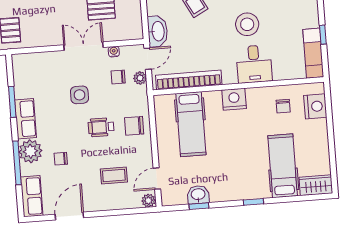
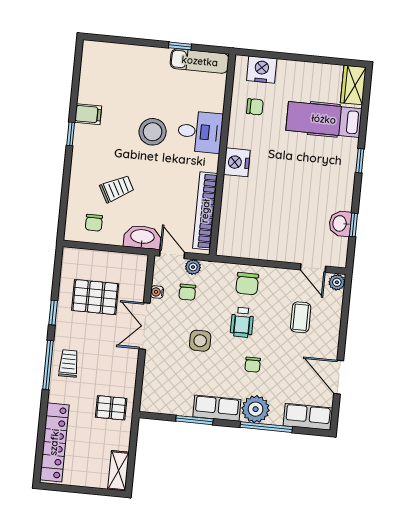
hospital bed: (191, 124) -> (257, 217), removed
chair: (61, 159) -> (253, 365), moved

